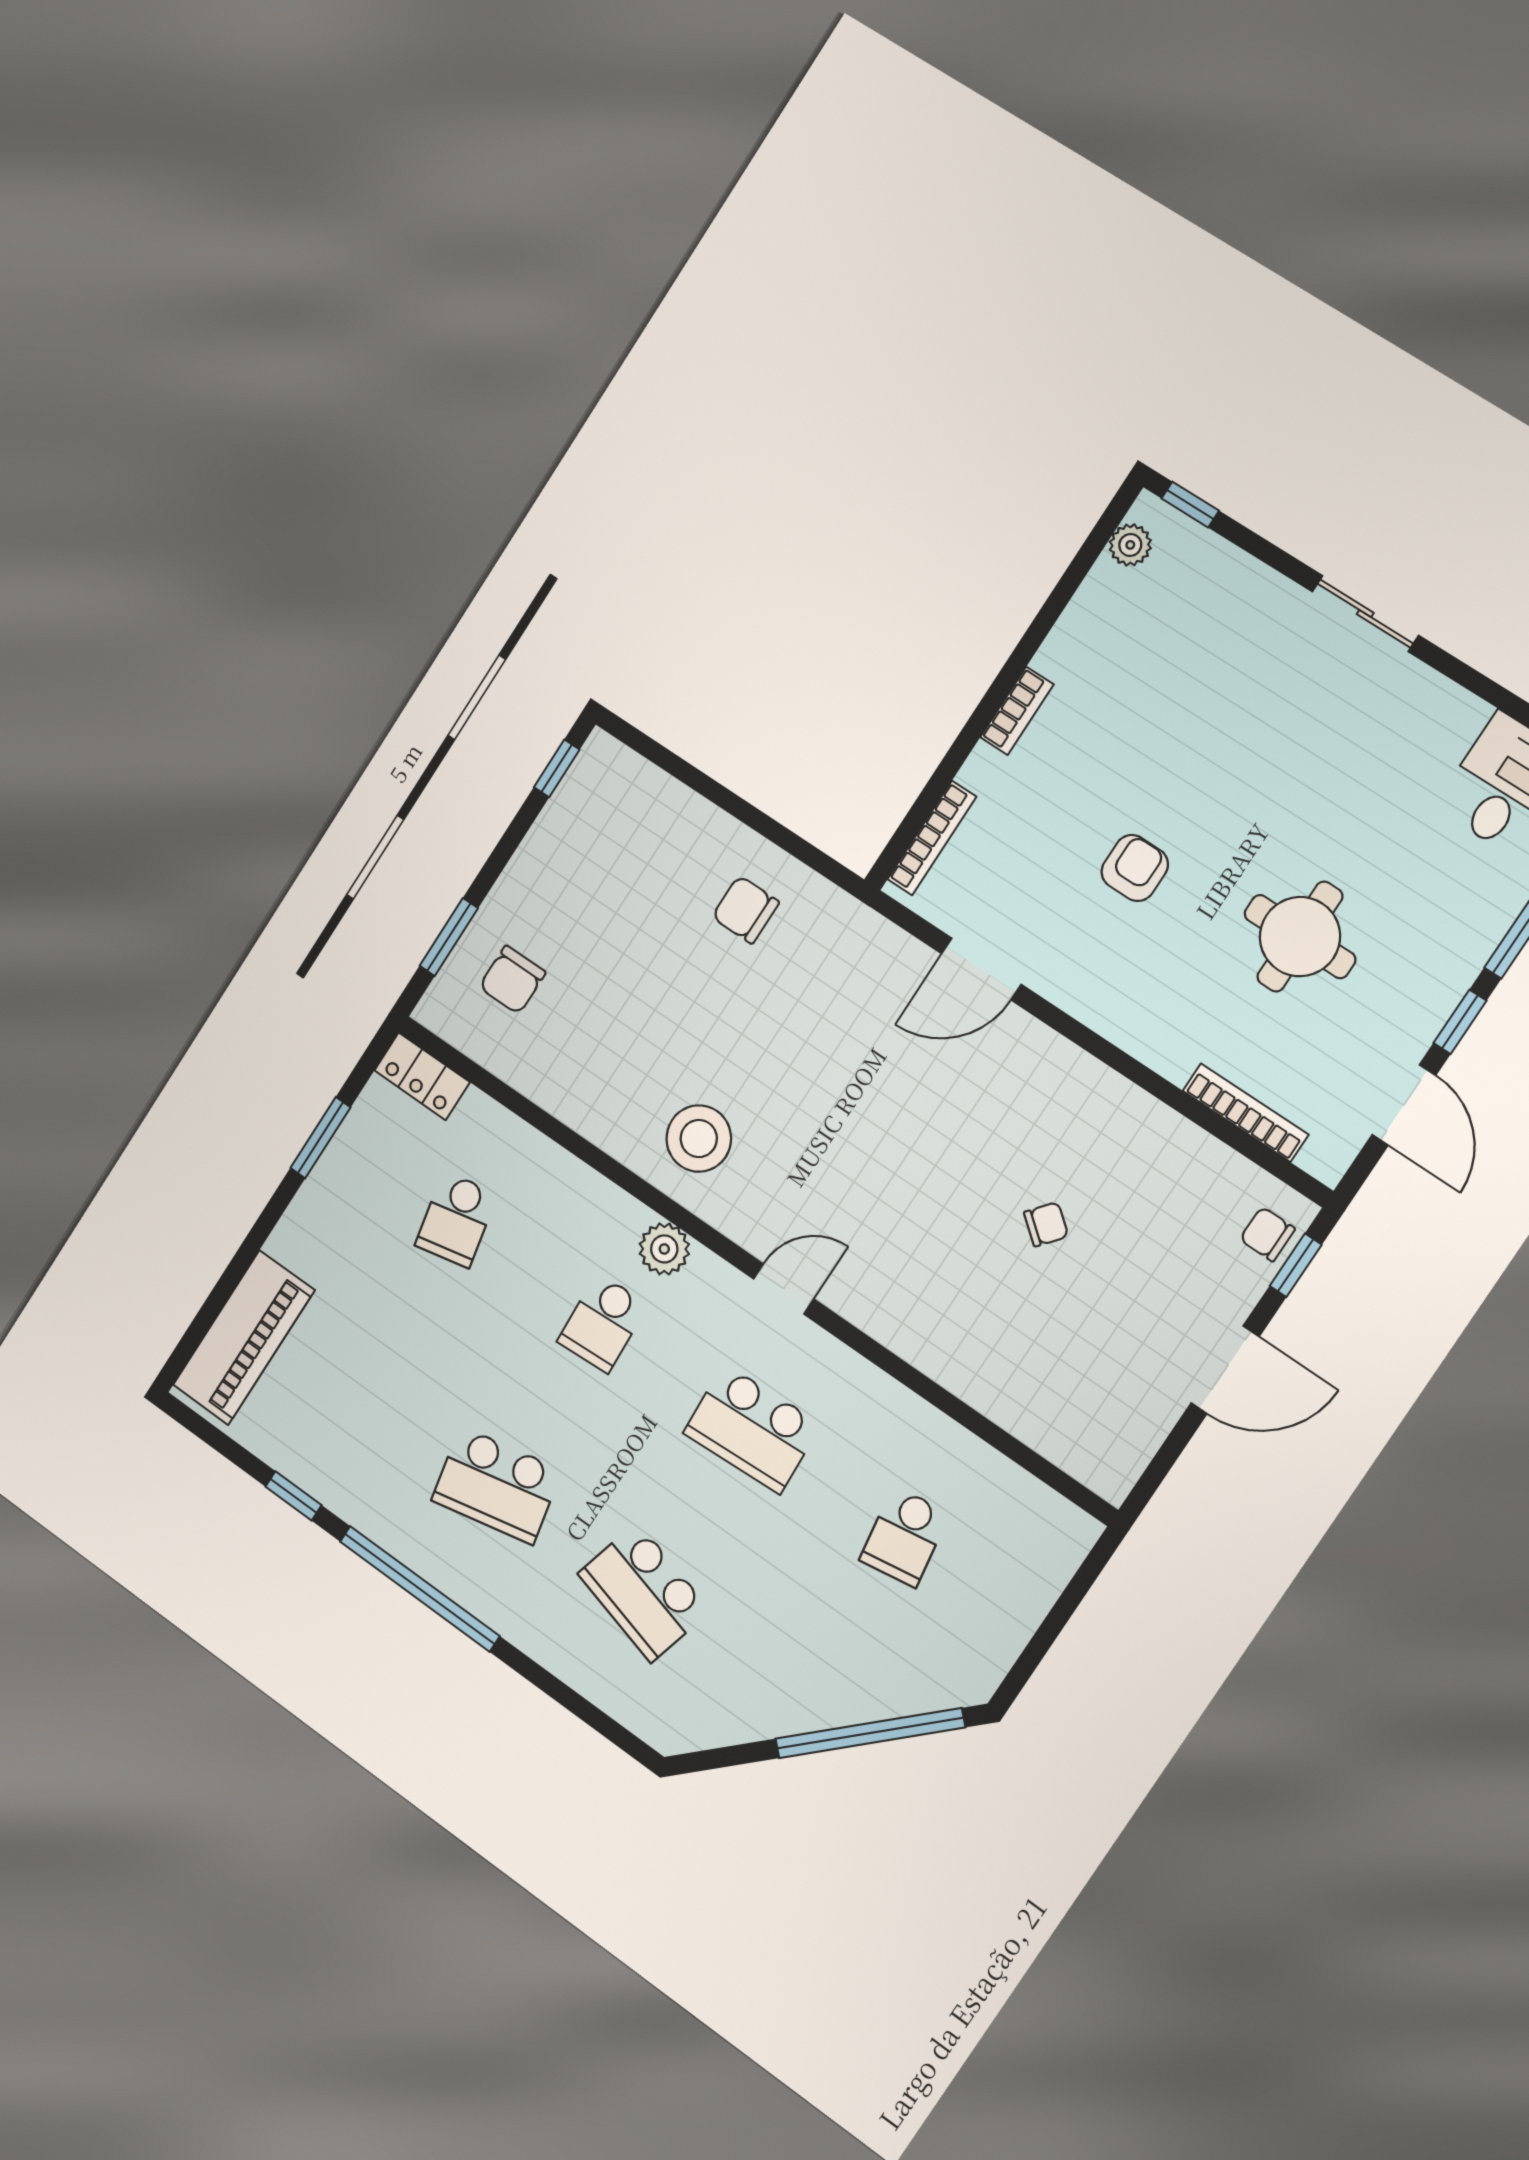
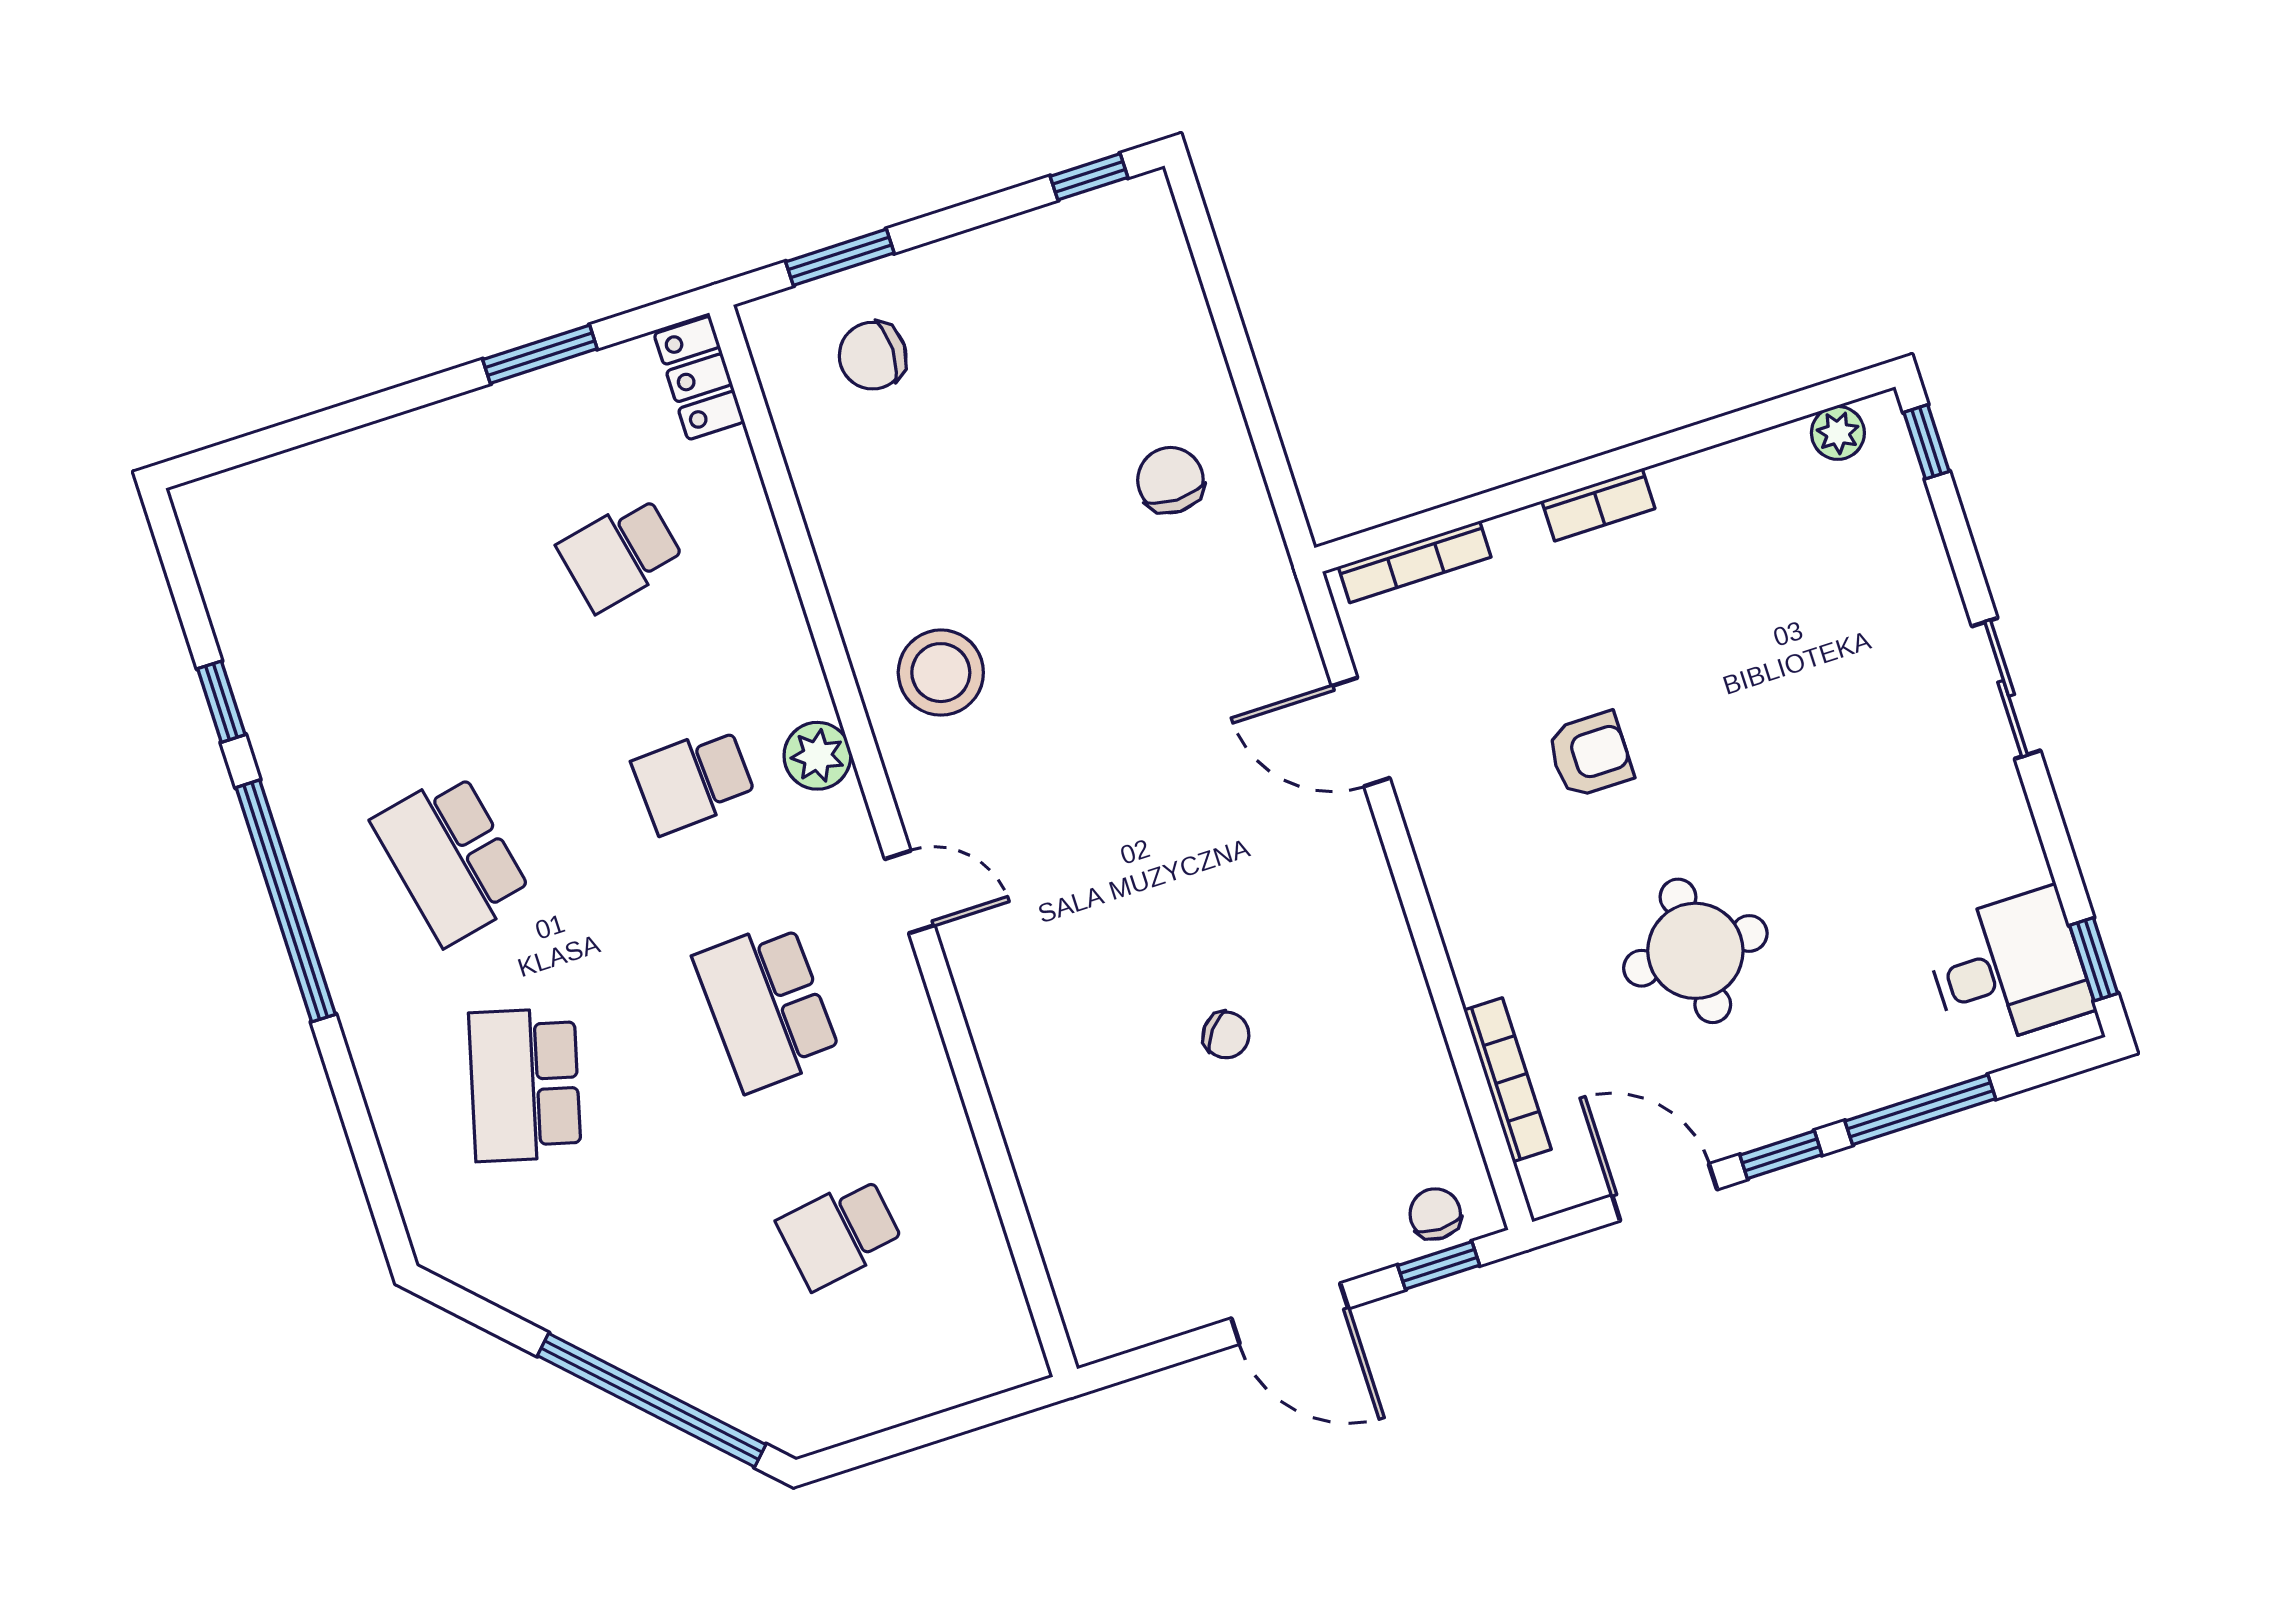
door: (1404, 1105) -> (1665, 1192), swing flipped
piano: (244, 1338) -> (294, 496), removed

